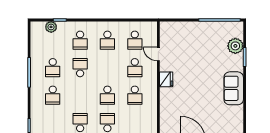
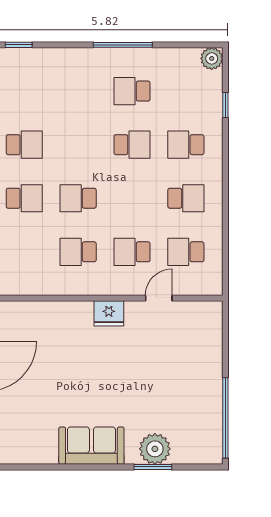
plant: (51, 27) -> (212, 58), moved
school desk: (107, 40) -> (186, 198), turned 180
plant: (235, 46) -> (155, 449), moved
school desk: (53, 95) -> (78, 91), removed

